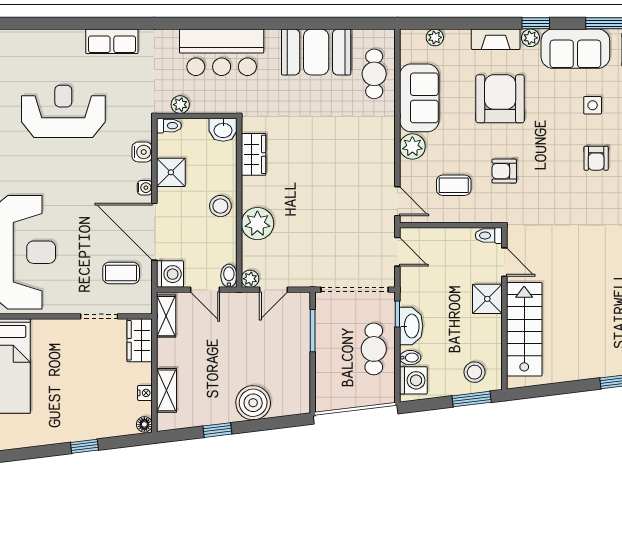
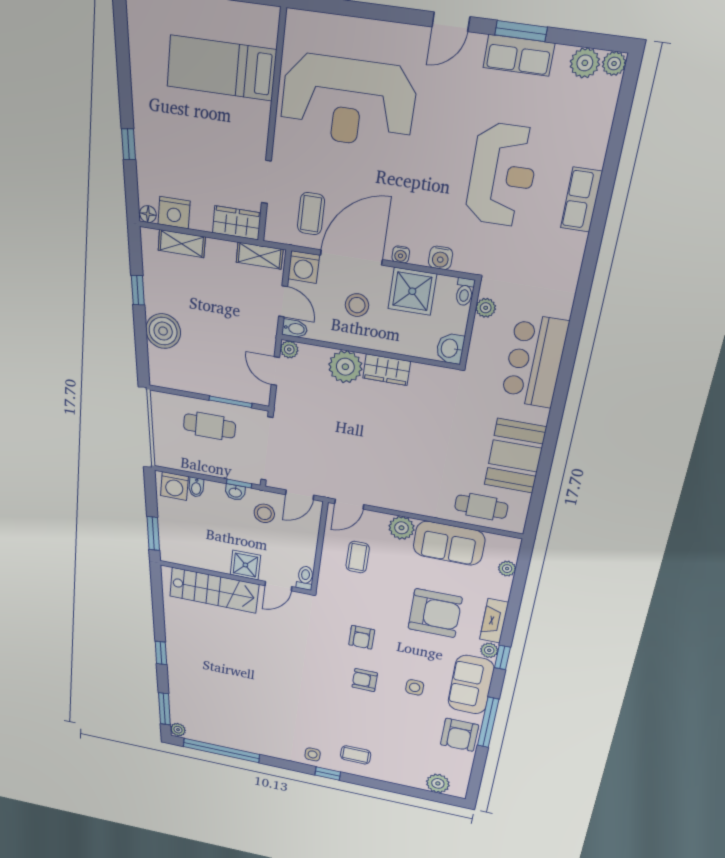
row of seats: (112, 41) -> (581, 200), moved
wardrobe: (253, 154) -> (387, 370), moved
armchair: (504, 171) -> (362, 637), moved, turned 180
shower: (171, 172) -> (412, 291), width x1.36, depth x1.36
stool: (220, 206) -> (357, 305), moved
door: (205, 290) -> (283, 301), swing flipped
washbasin: (411, 326) -> (235, 492), width x0.52, depth x0.69
cafe table: (374, 349) -> (210, 426), moved
stool: (474, 372) -> (264, 513), moved
nightstand: (145, 393) -> (174, 213), width x1.89, depth x1.79

